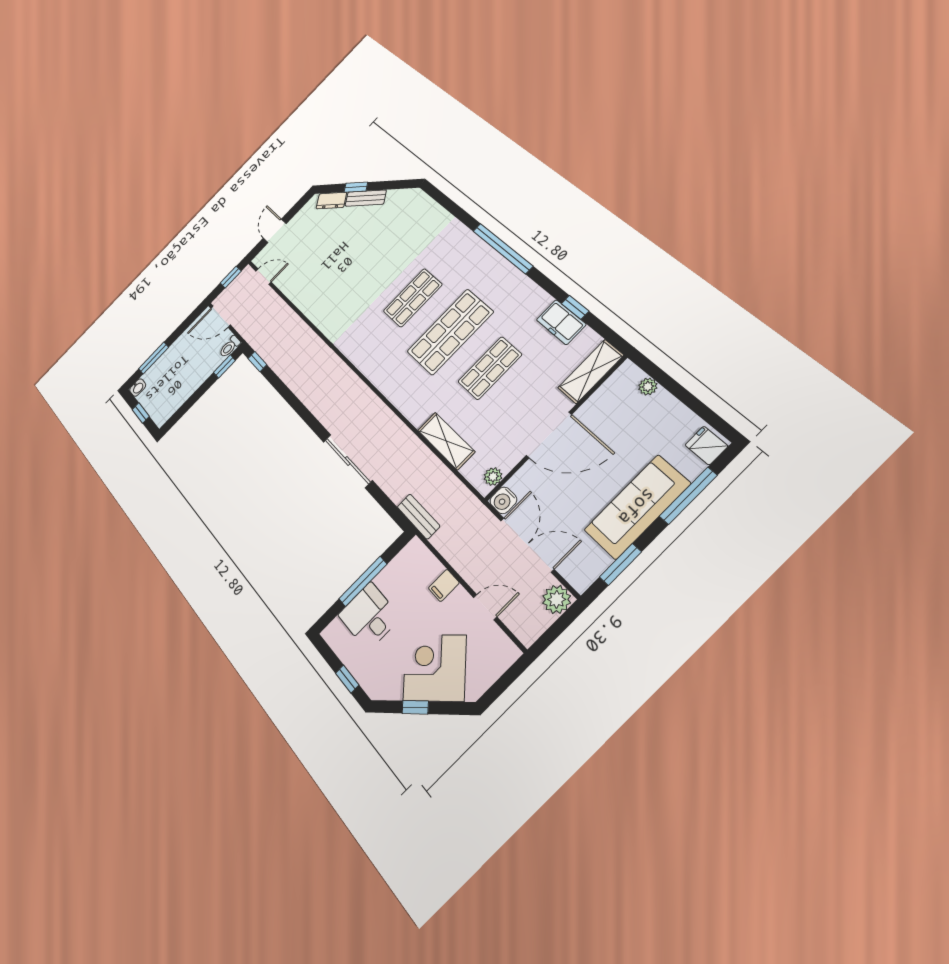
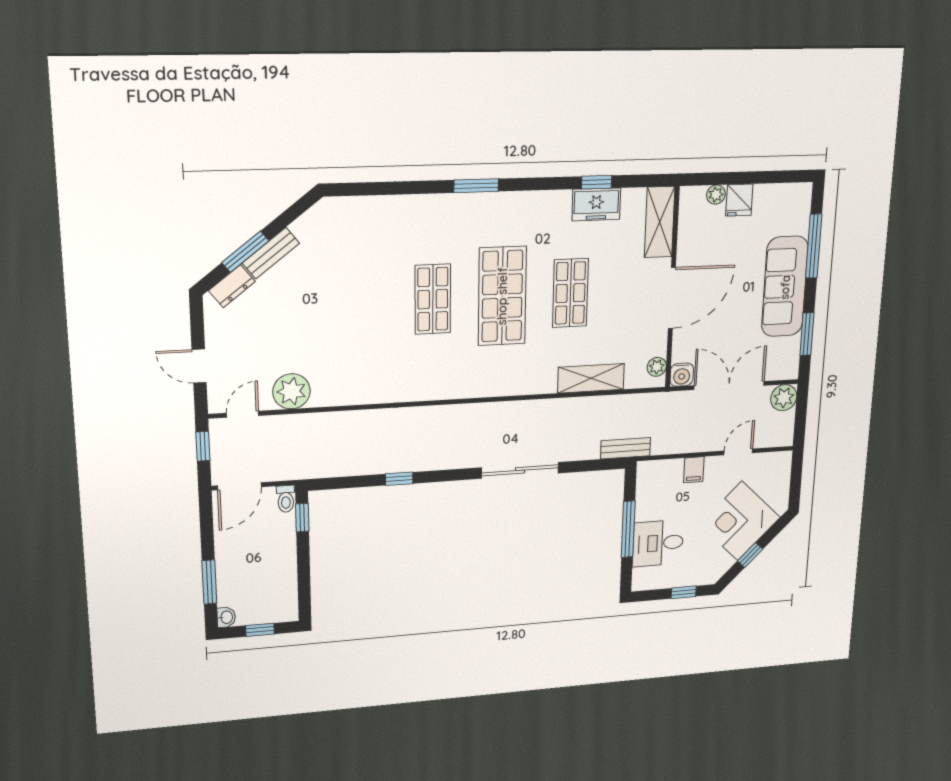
window: (356, 187) -> (245, 252), width x1.50
window: (503, 248) -> (476, 186), width x0.47
plant: (296, 286) -> (291, 391), added
window: (257, 362) -> (399, 479), moved
fridge: (706, 446) -> (739, 200), moved, turned -90

